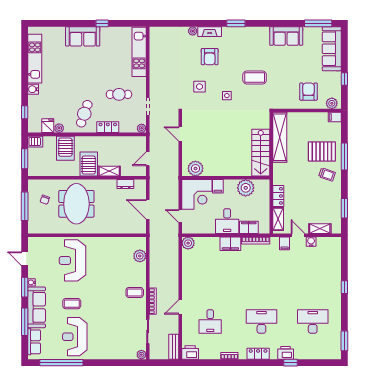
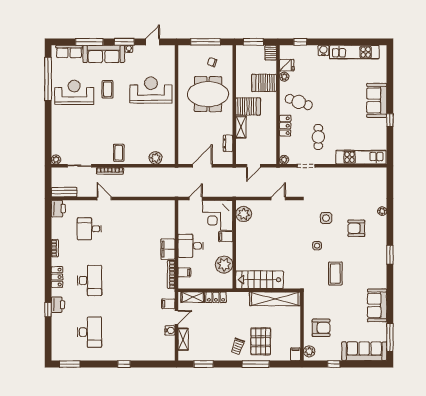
fireplace: (210, 32) -> (382, 228), removed
door: (148, 159) -> (253, 166), swing flipped
filing cabinet: (249, 227) -> (184, 272), width x0.50
plant: (188, 243) -> (168, 207), removed

